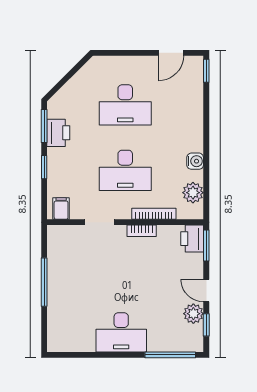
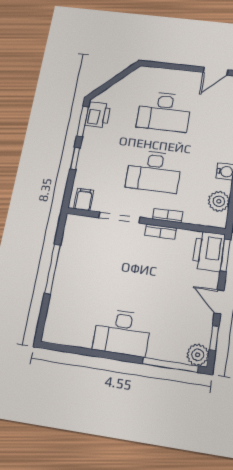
printer: (58, 133) -> (98, 115), moved
bookcase: (154, 214) -> (168, 216), width x0.64
doorway: (99, 222) -> (119, 218), width x1.38
printer: (192, 239) -> (209, 251), width x1.37, depth x1.19
plant: (193, 314) -> (198, 355), moved

